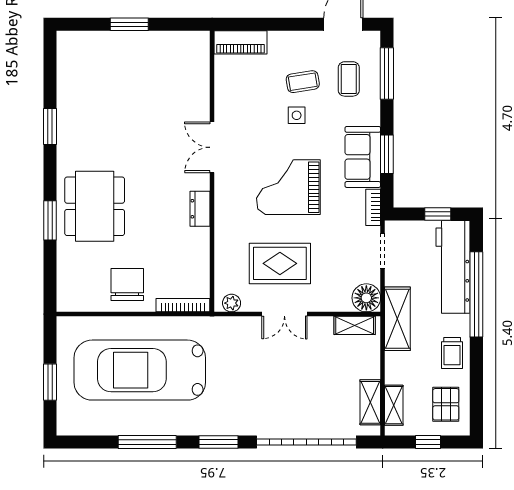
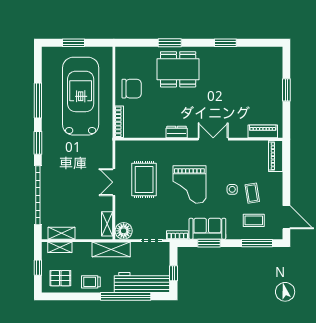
piano: (199, 64) -> (263, 131), added
grand piano: (288, 187) -> (189, 184), turned 180
plant: (232, 303) -> (121, 151), removed

